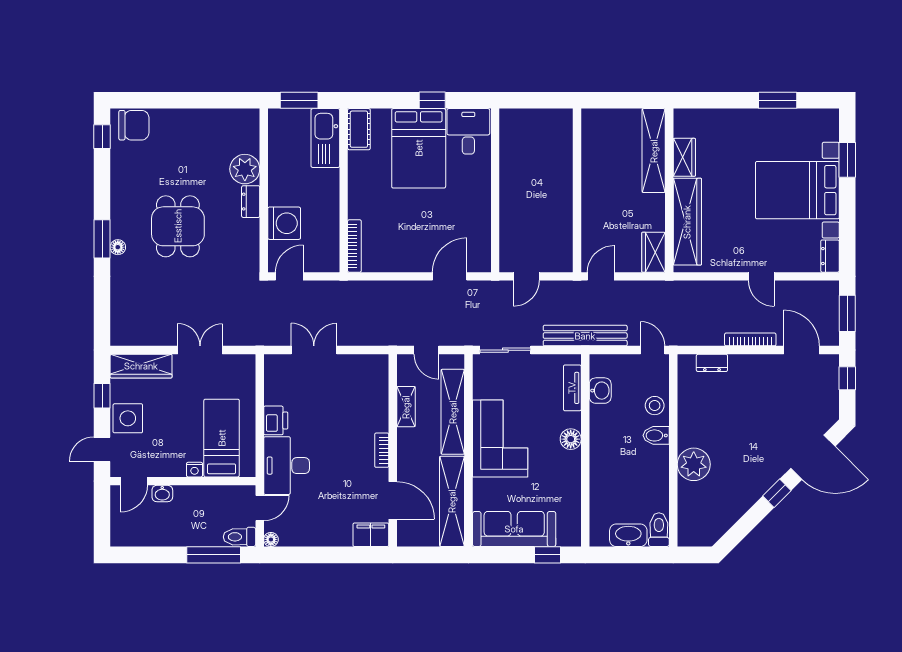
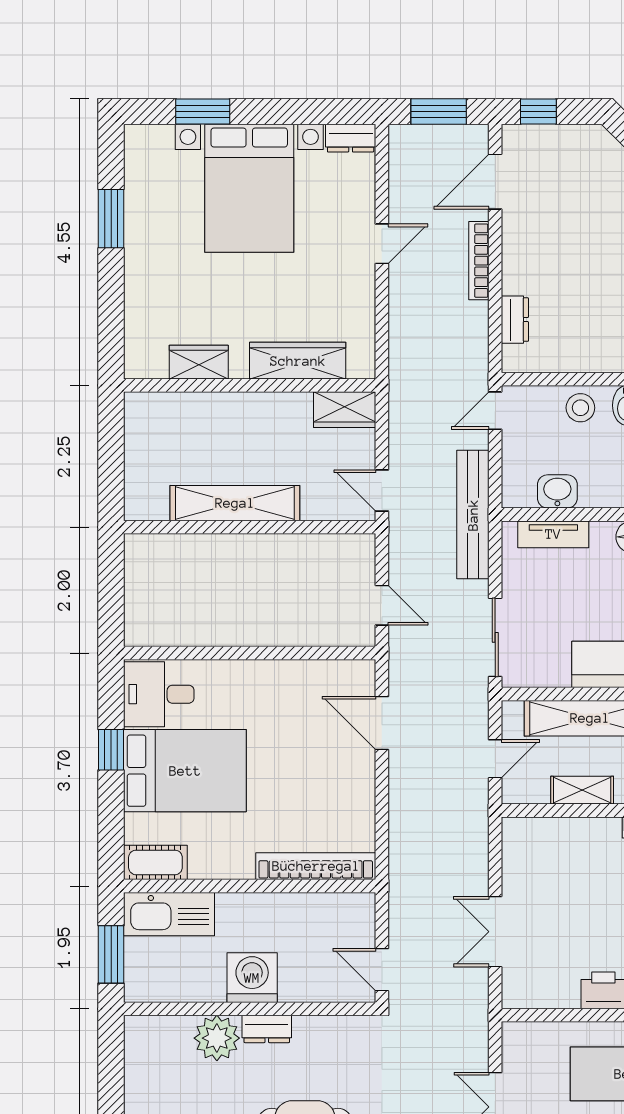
shelving: (654, 151) -> (235, 503), moved
wardrobe: (687, 222) -> (298, 361), width x0.71, depth x0.85
washing machine: (284, 223) -> (252, 978), moved
bookcase: (354, 246) -> (316, 866), width x1.48, depth x1.31

